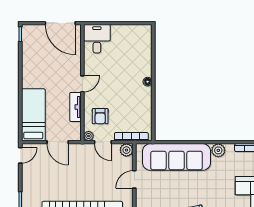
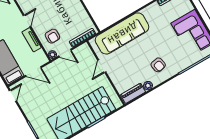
plant: (126, 150) -> (84, 49), removed
plant: (218, 150) -> (148, 12), removed

